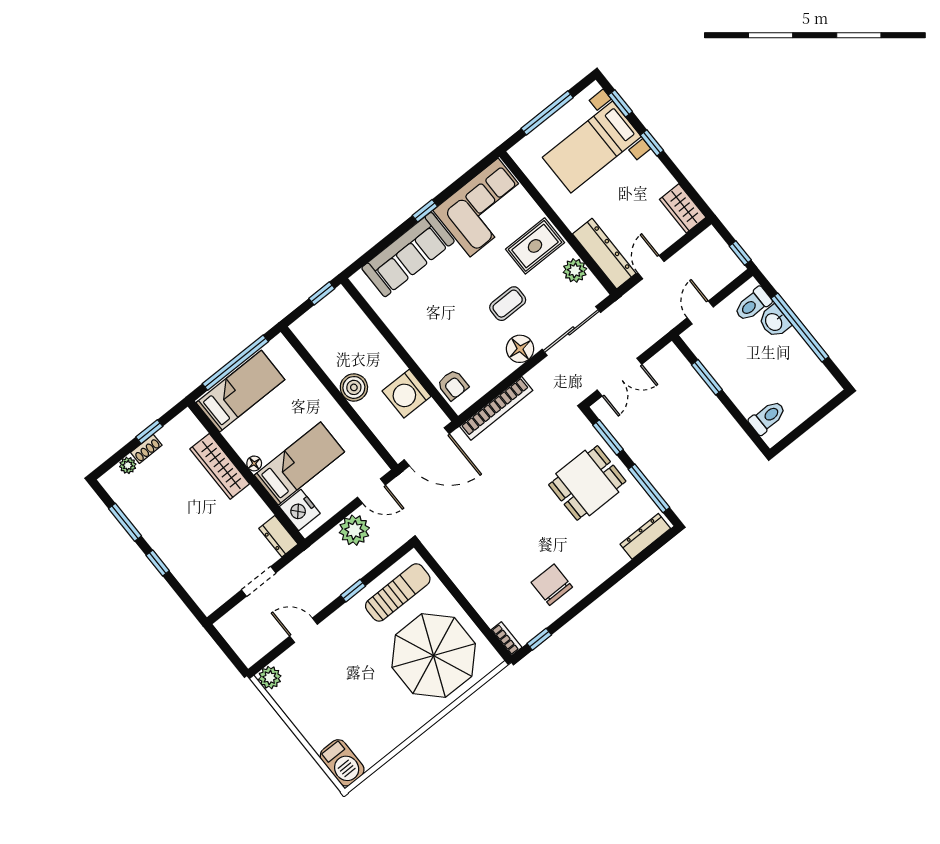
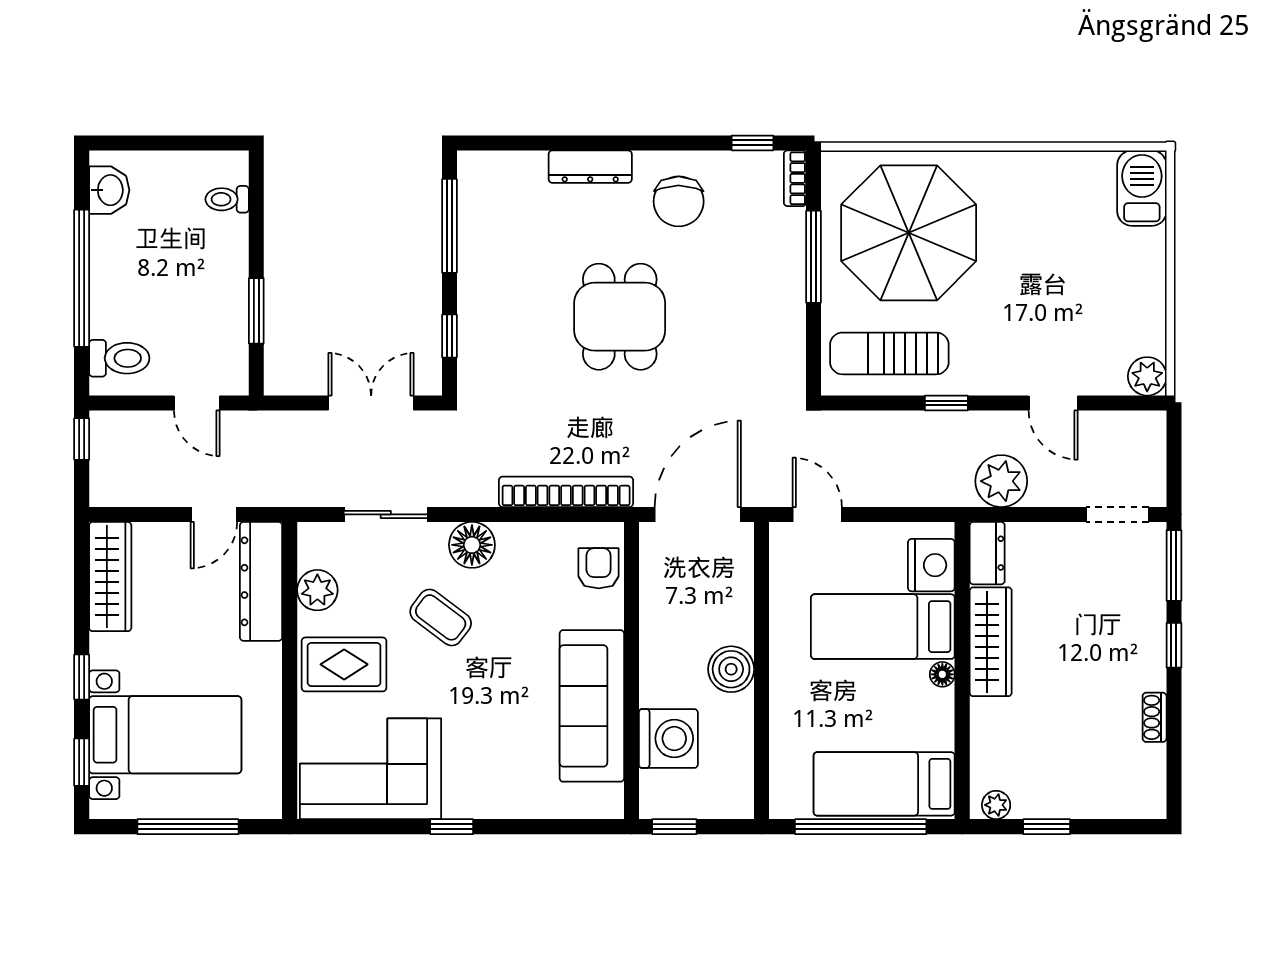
wardrobe: (683, 208) -> (110, 577), width x1.50
sofa: (408, 255) -> (592, 706), moved, turned -90
coffee table: (508, 304) -> (441, 617), turned 37
door: (700, 312) -> (197, 403), hinge flipped
washbasin: (774, 322) -> (109, 190), moved
sliding door: (571, 331) -> (386, 514), width x0.73
washing machine: (407, 394) -> (668, 739), moved
toilet: (767, 417) -> (227, 199), width x0.73, depth x0.72
window: (608, 437) -> (449, 336), width x0.67
door: (427, 447) -> (698, 514), hinge flipped
shoe rack: (146, 449) -> (1155, 717), moved, turned -90
plant: (128, 465) -> (996, 805), moved
wardrobe: (220, 466) -> (991, 642), moved
dining table: (587, 483) -> (620, 317), moved, turned 90
window: (125, 522) -> (1174, 565), moved
plant: (354, 530) -> (1001, 481), moved
dresser: (645, 536) -> (590, 167), moved
doorway: (259, 581) -> (1117, 514), moved
window: (469, 609) -> (814, 257), added

